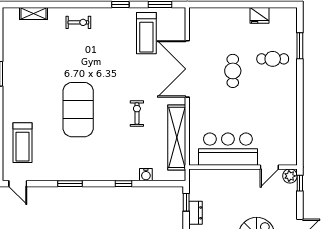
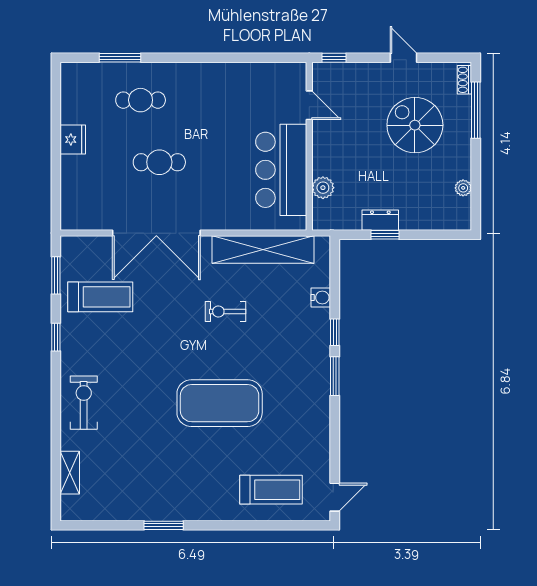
fridge: (260, 15) -> (73, 140), moved
exercise bike: (78, 22) -> (84, 403), width x1.38, depth x1.39
cafe table: (273, 59) -> (141, 100), turned 90
plant: (290, 176) -> (323, 188), moved
window: (70, 184) -> (335, 376), moved
window: (186, 202) -> (385, 235), moved

